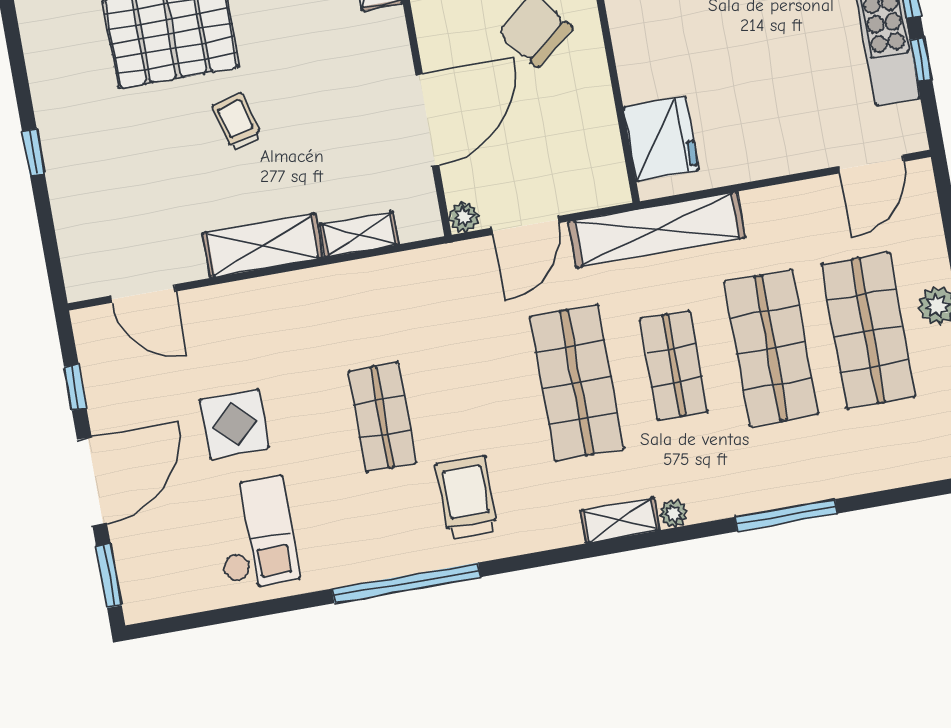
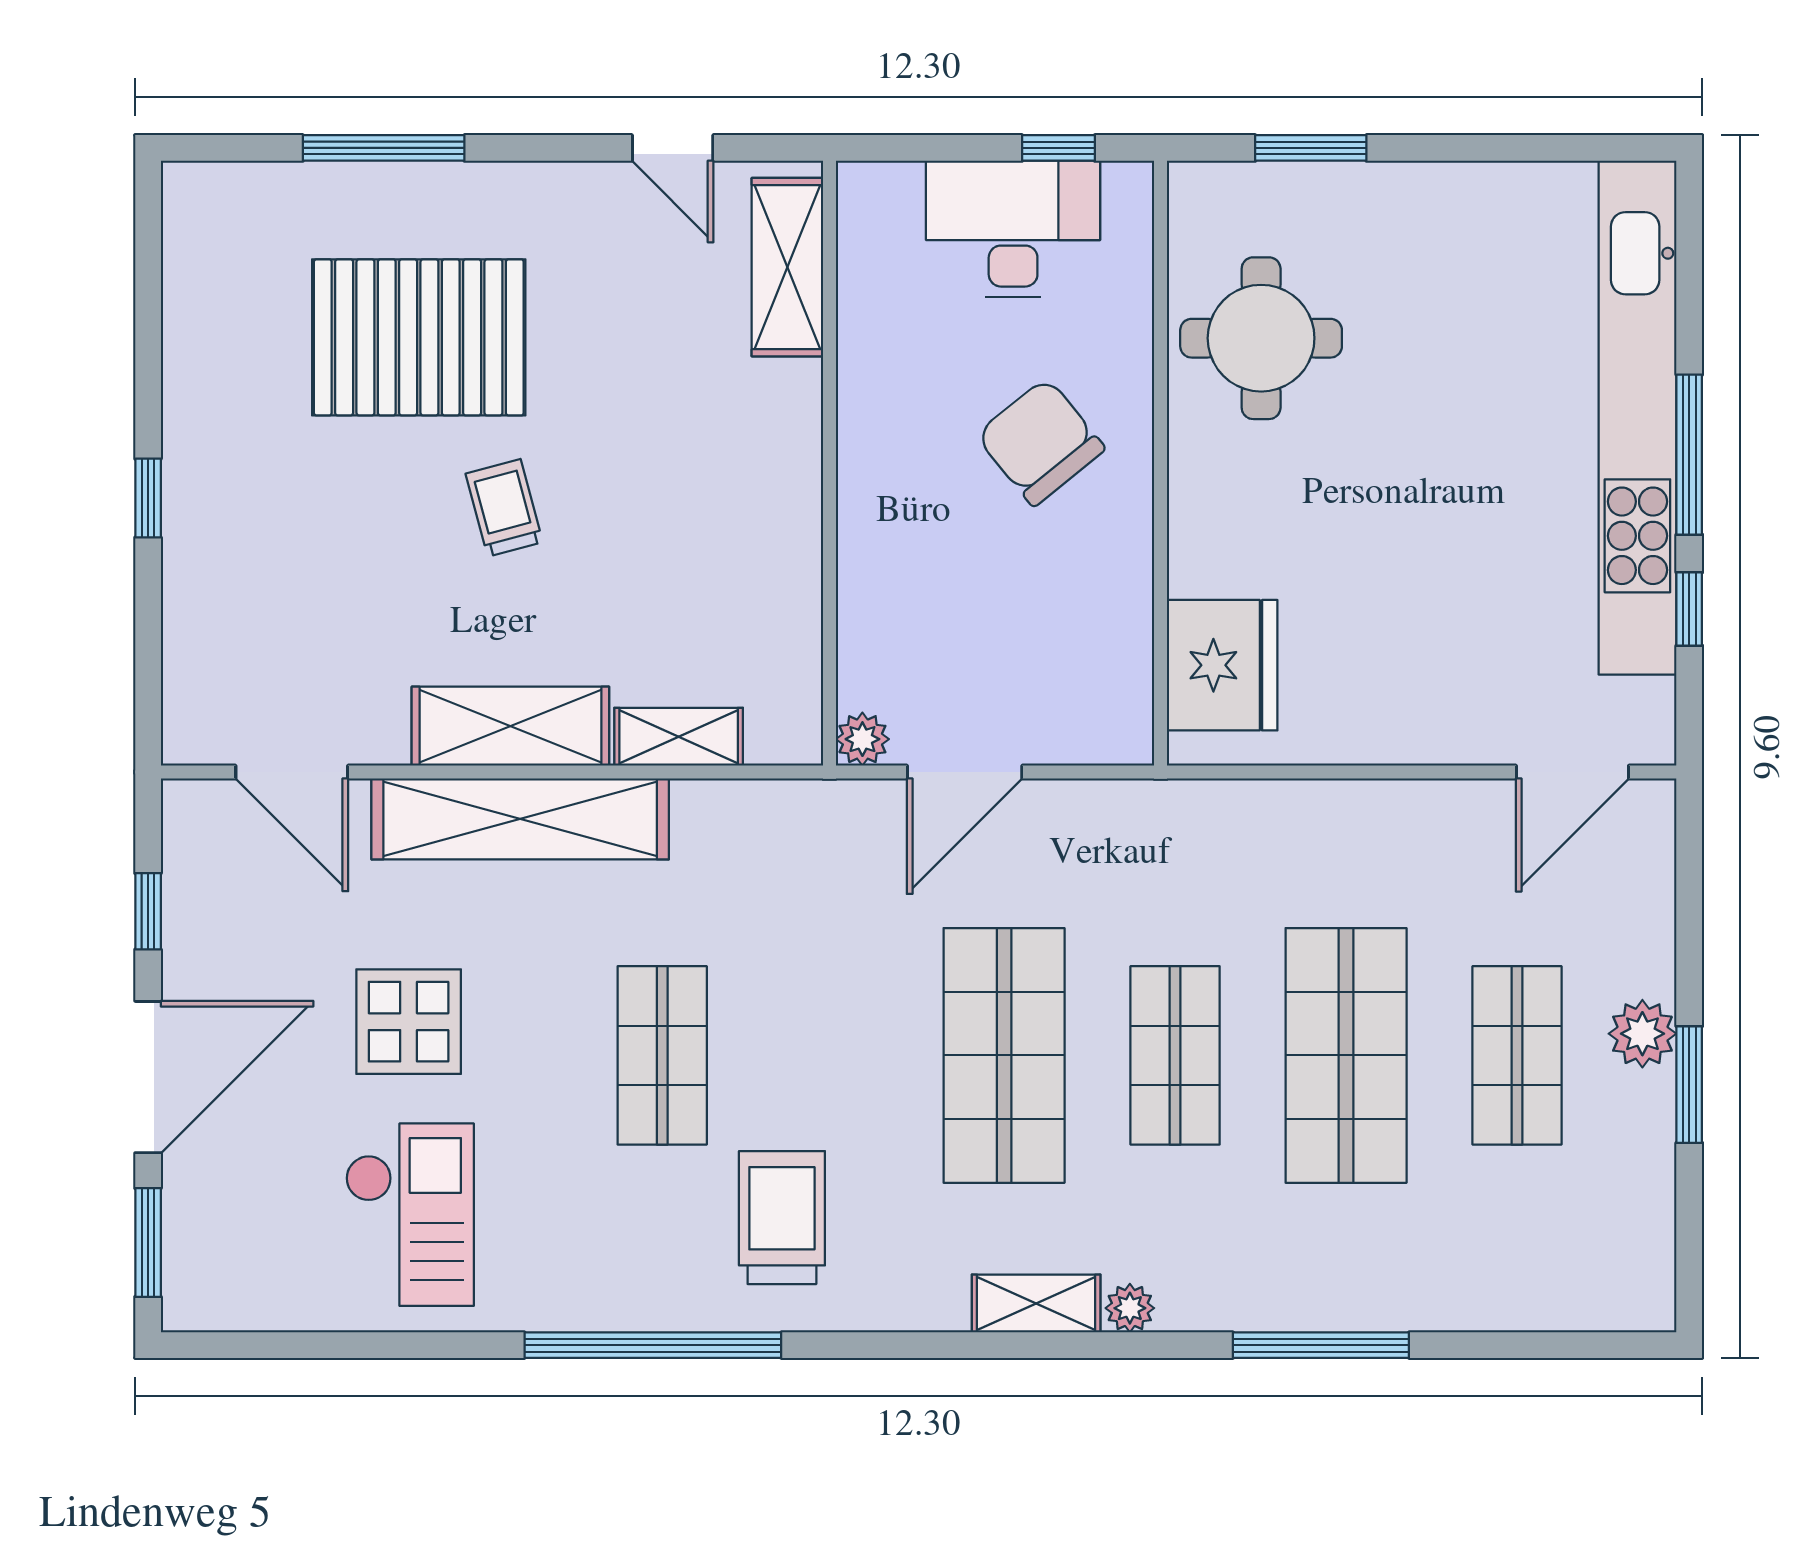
door: (427, 120) -> (829, 563), removed
shelving: (657, 230) -> (520, 819), moved
shop shelf: (868, 331) -> (1517, 1055), width x0.70, depth x0.74

